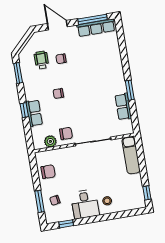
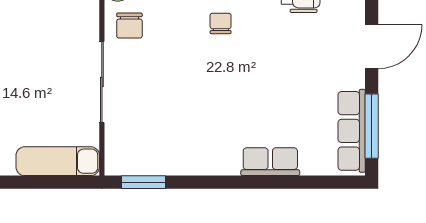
chair: (61, 59) -> (296, 42), removed
window: (130, 90) -> (144, 182), moved
row of seats: (123, 107) -> (270, 162), moved

